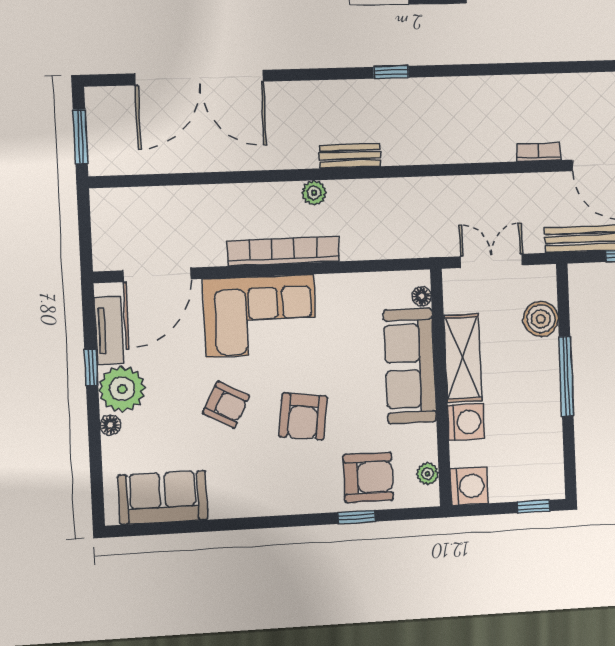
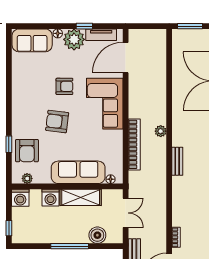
bench: (350, 156) -> (177, 161), moved
bookcase: (283, 251) -> (134, 144), moved
door: (157, 275) -> (126, 58), hinge flipped
armchair: (226, 404) -> (64, 86), turned -118
sofa: (163, 498) -> (32, 40), moved, turned 90

